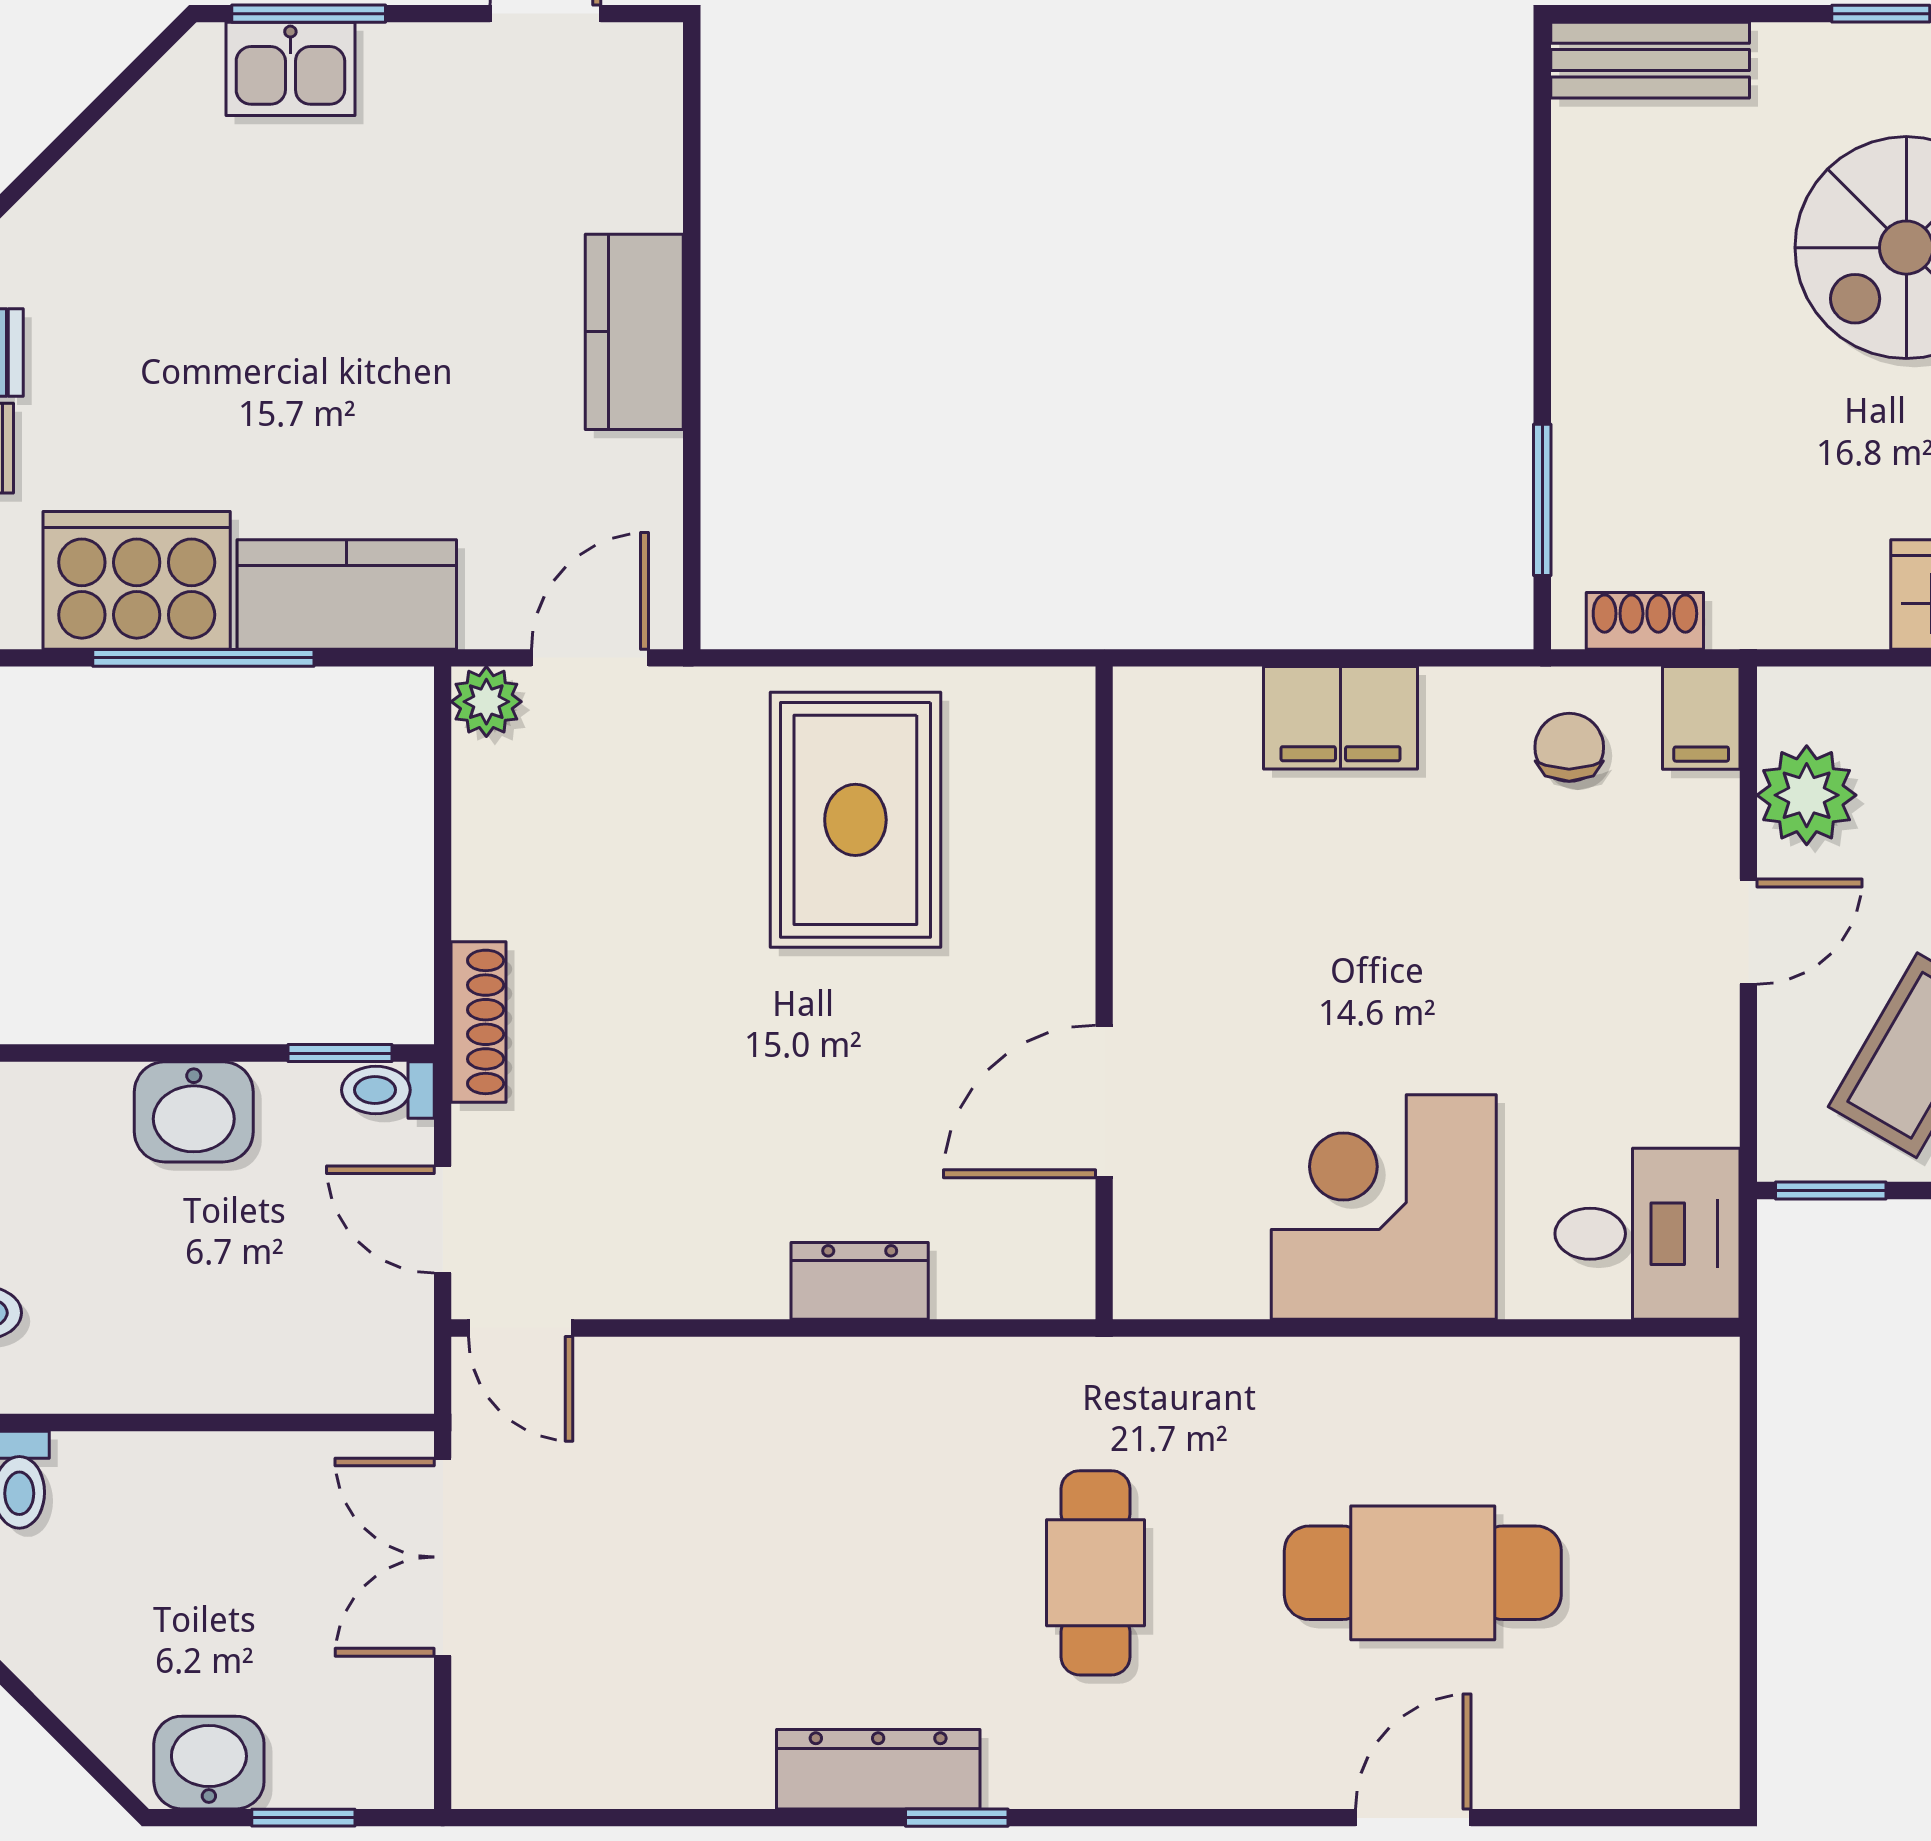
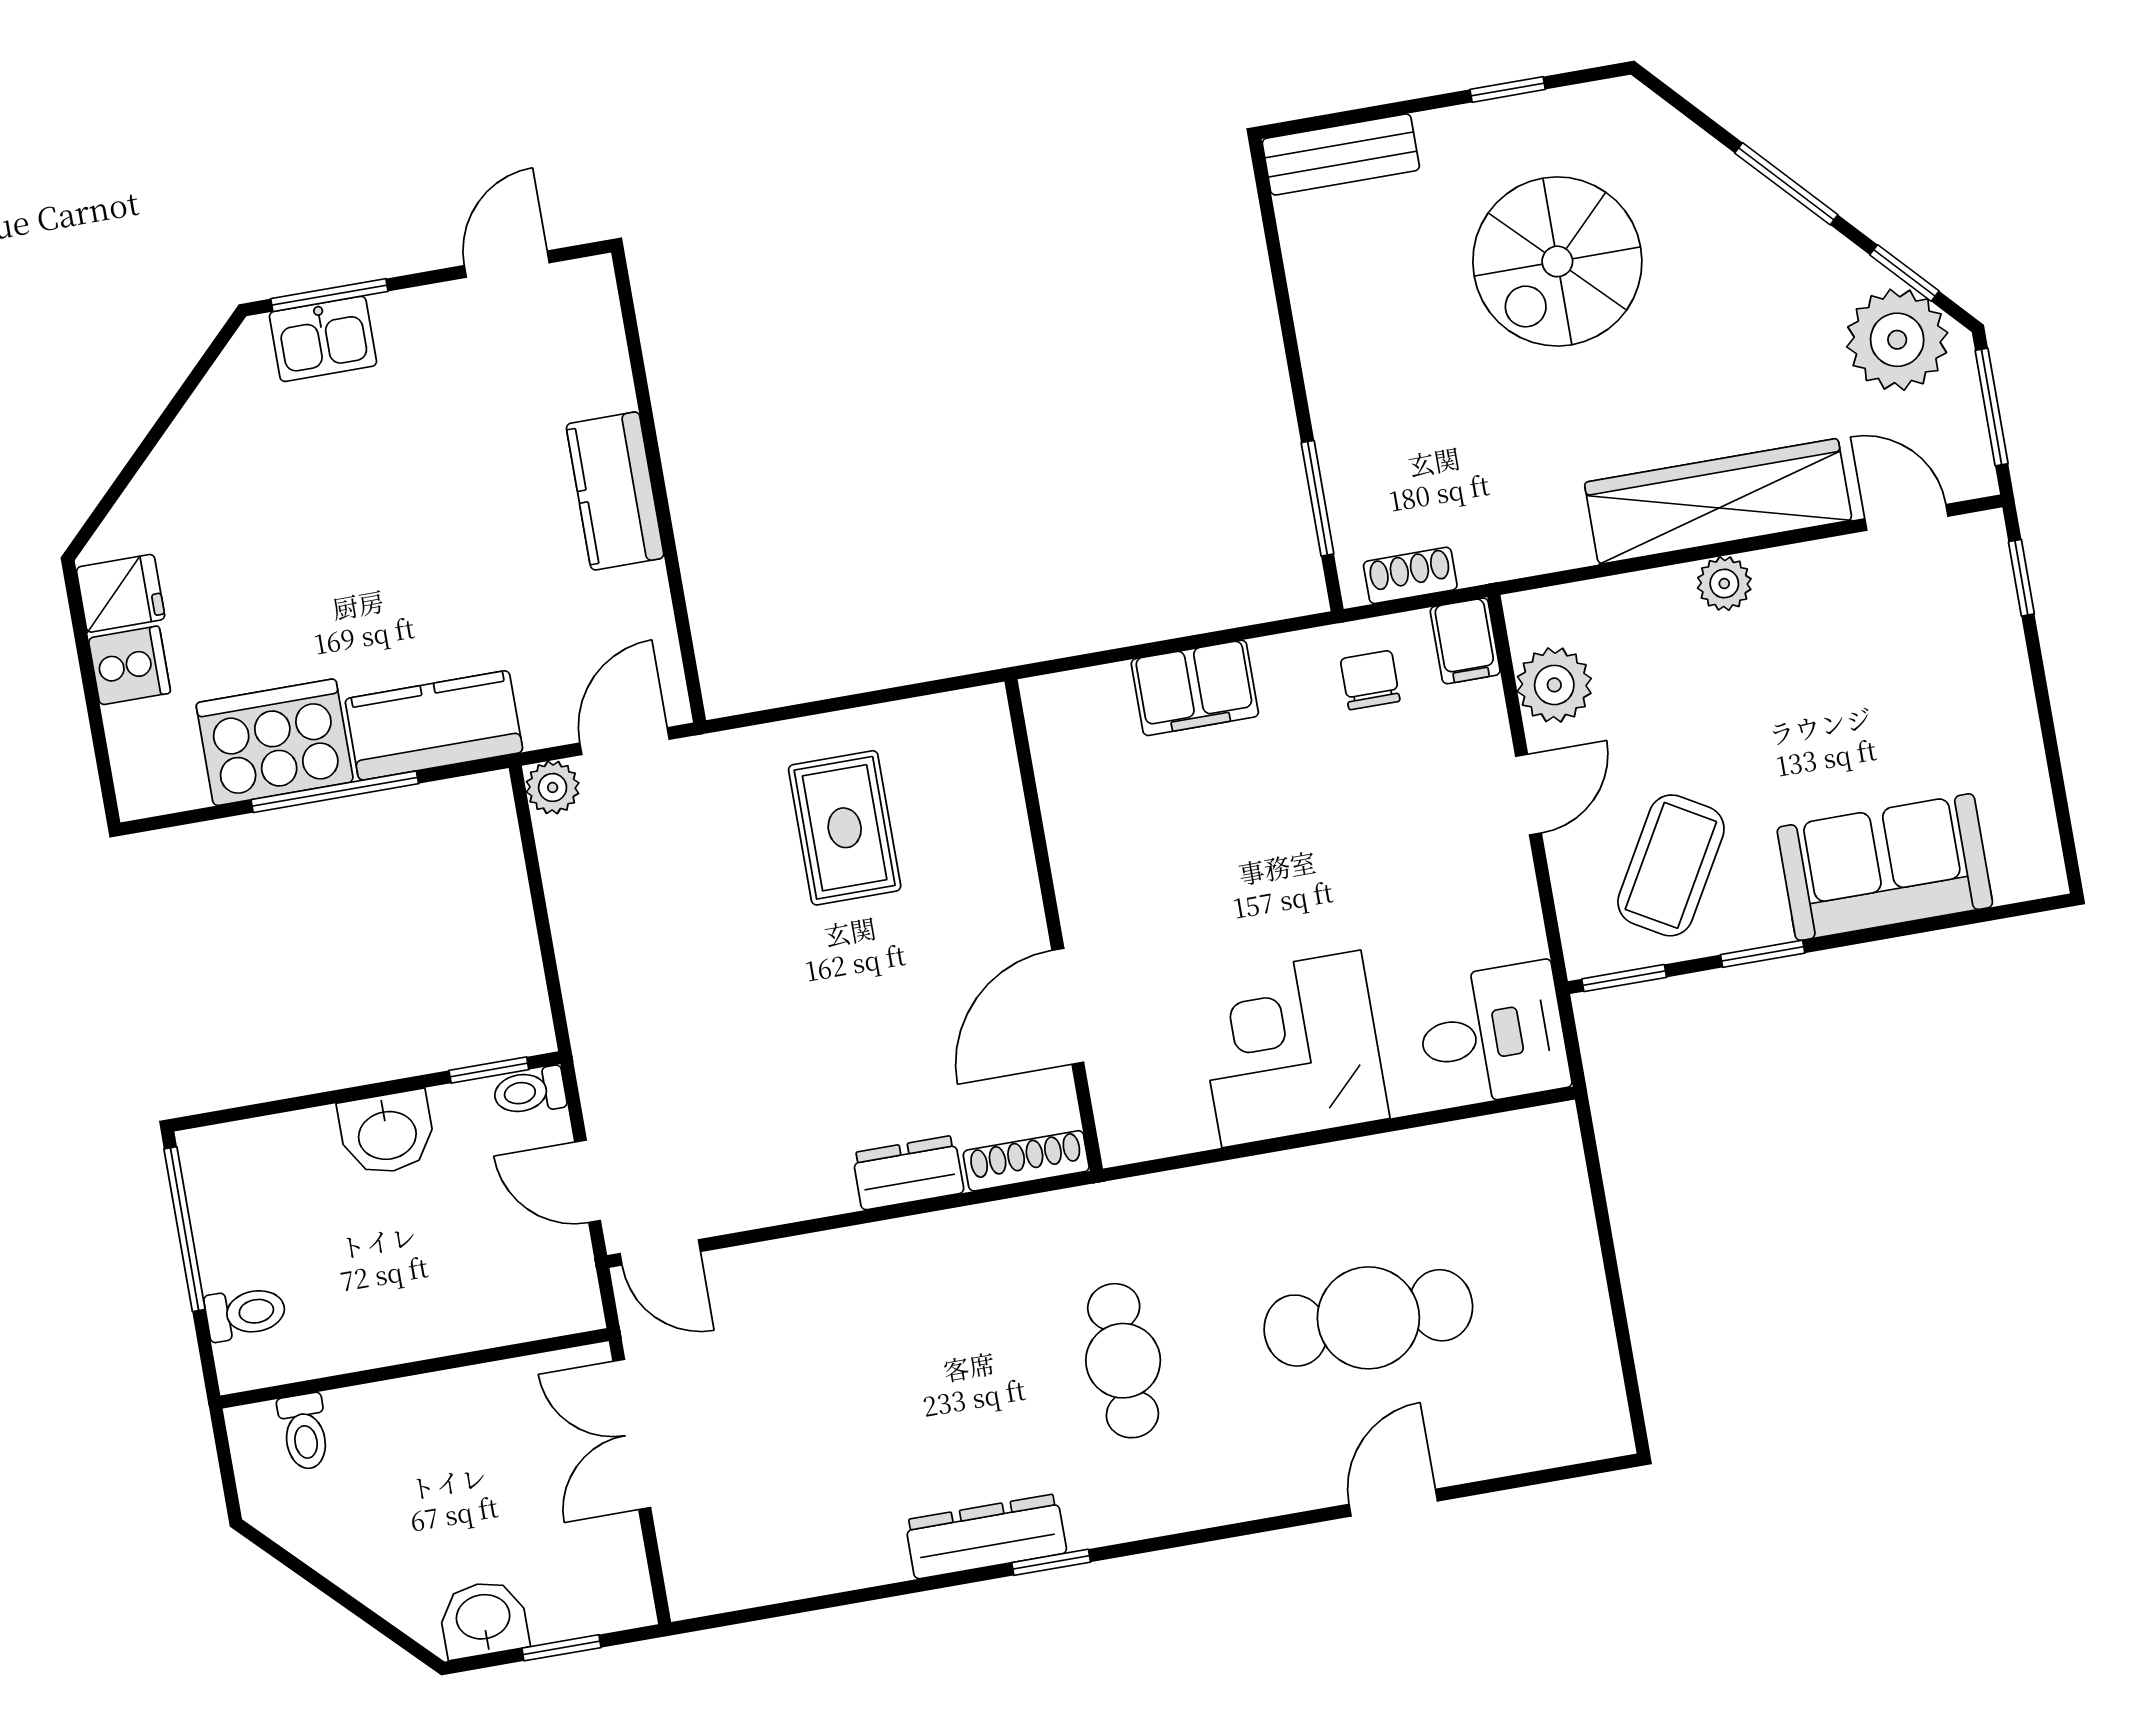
rug: (855, 820) -> (845, 828), width x0.73, depth x0.70
shoe rack: (479, 1022) -> (1026, 1161), moved, turned -90

